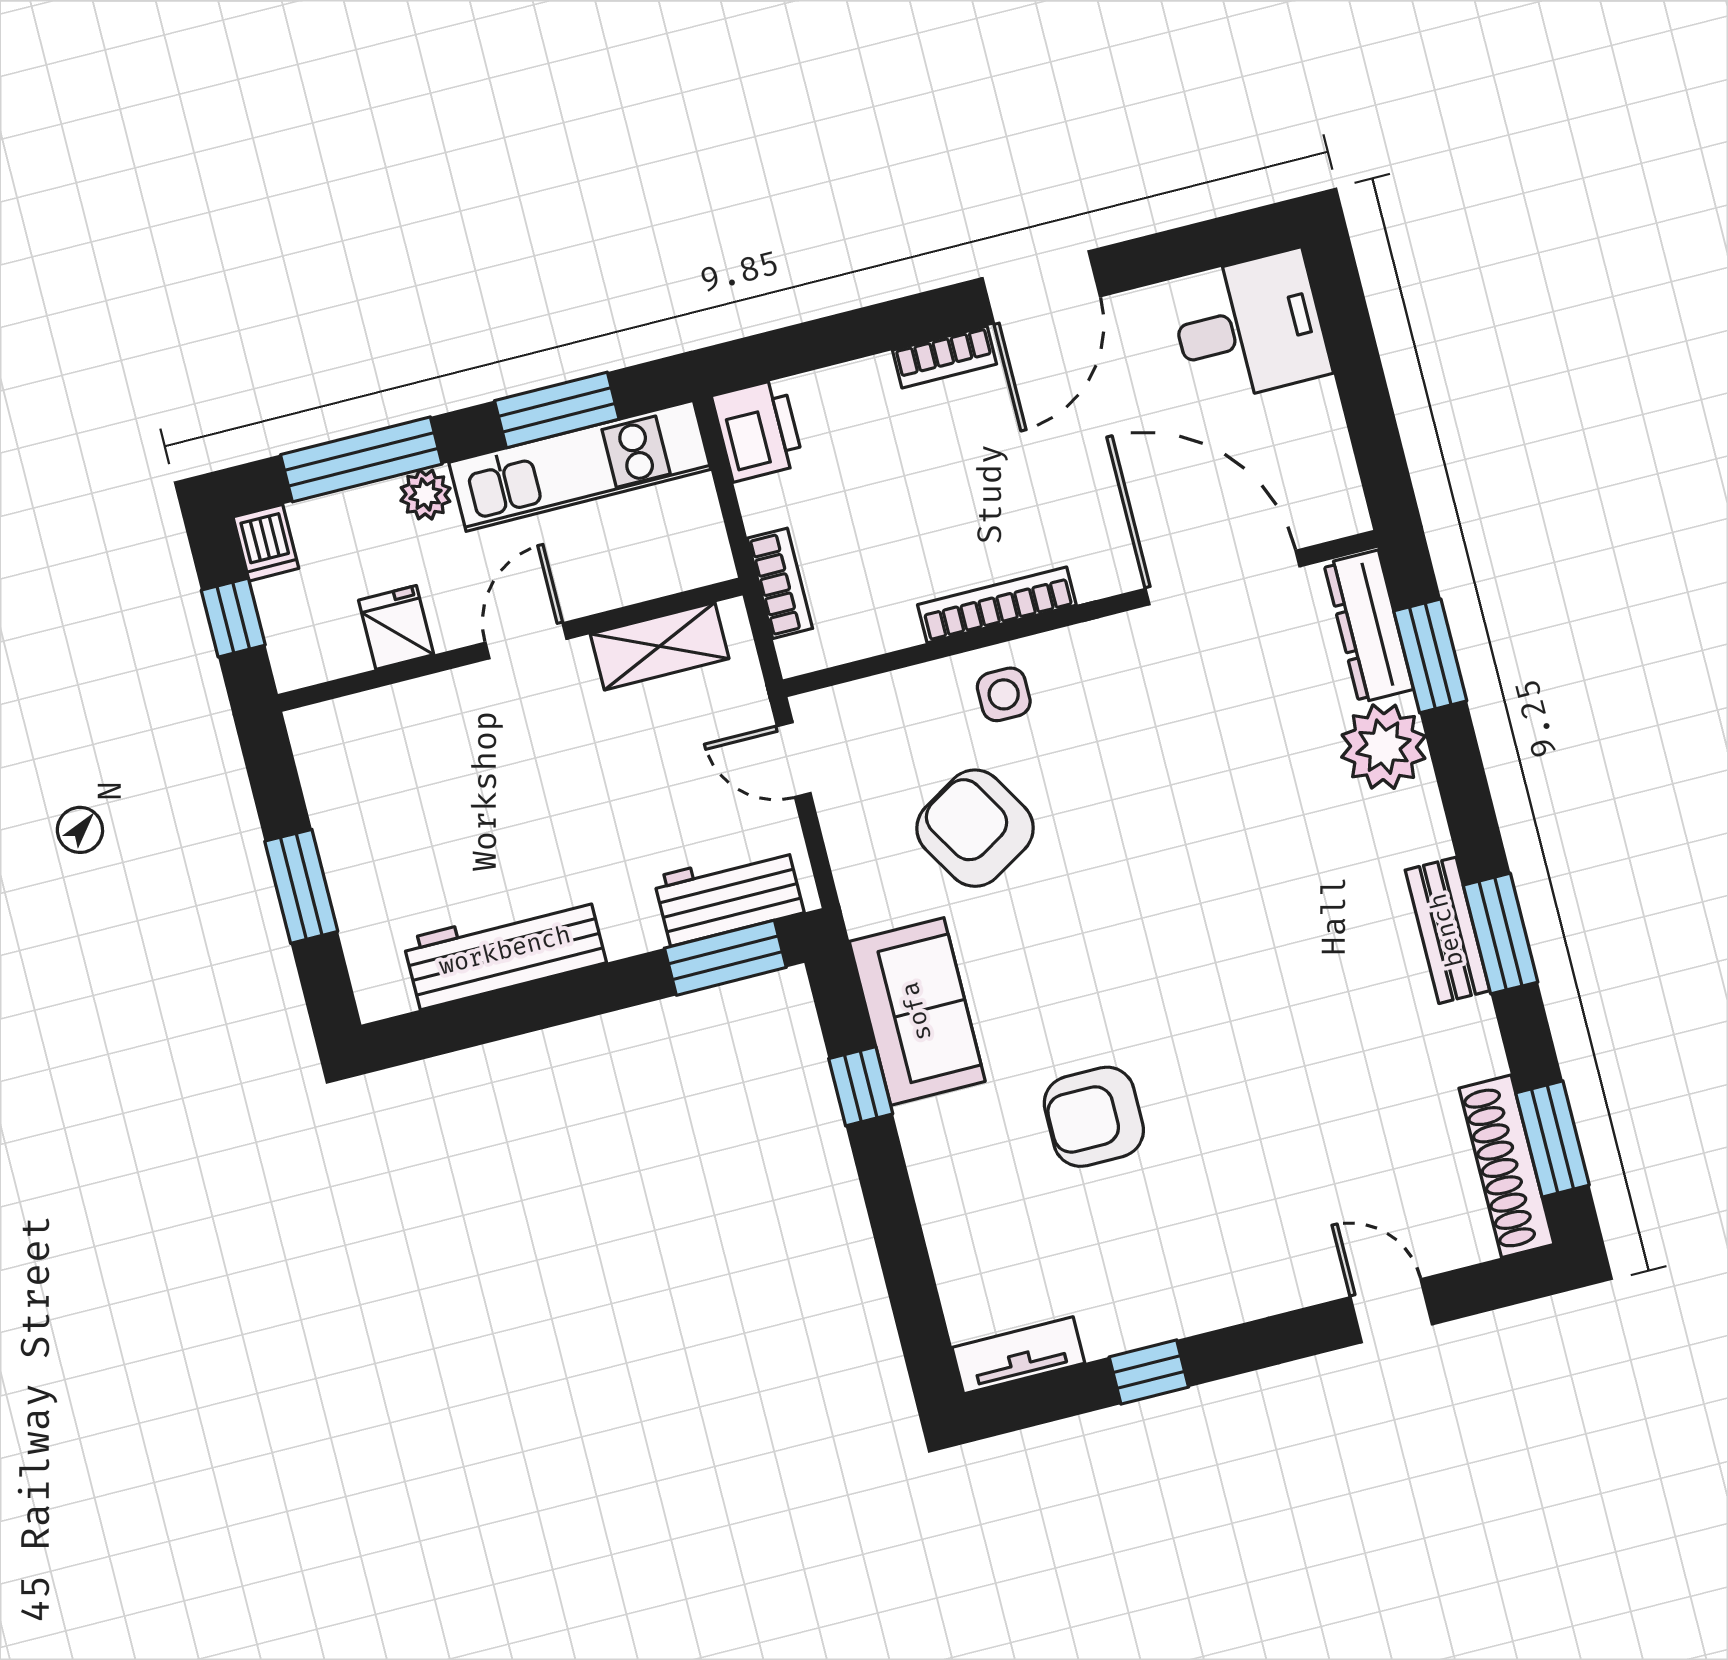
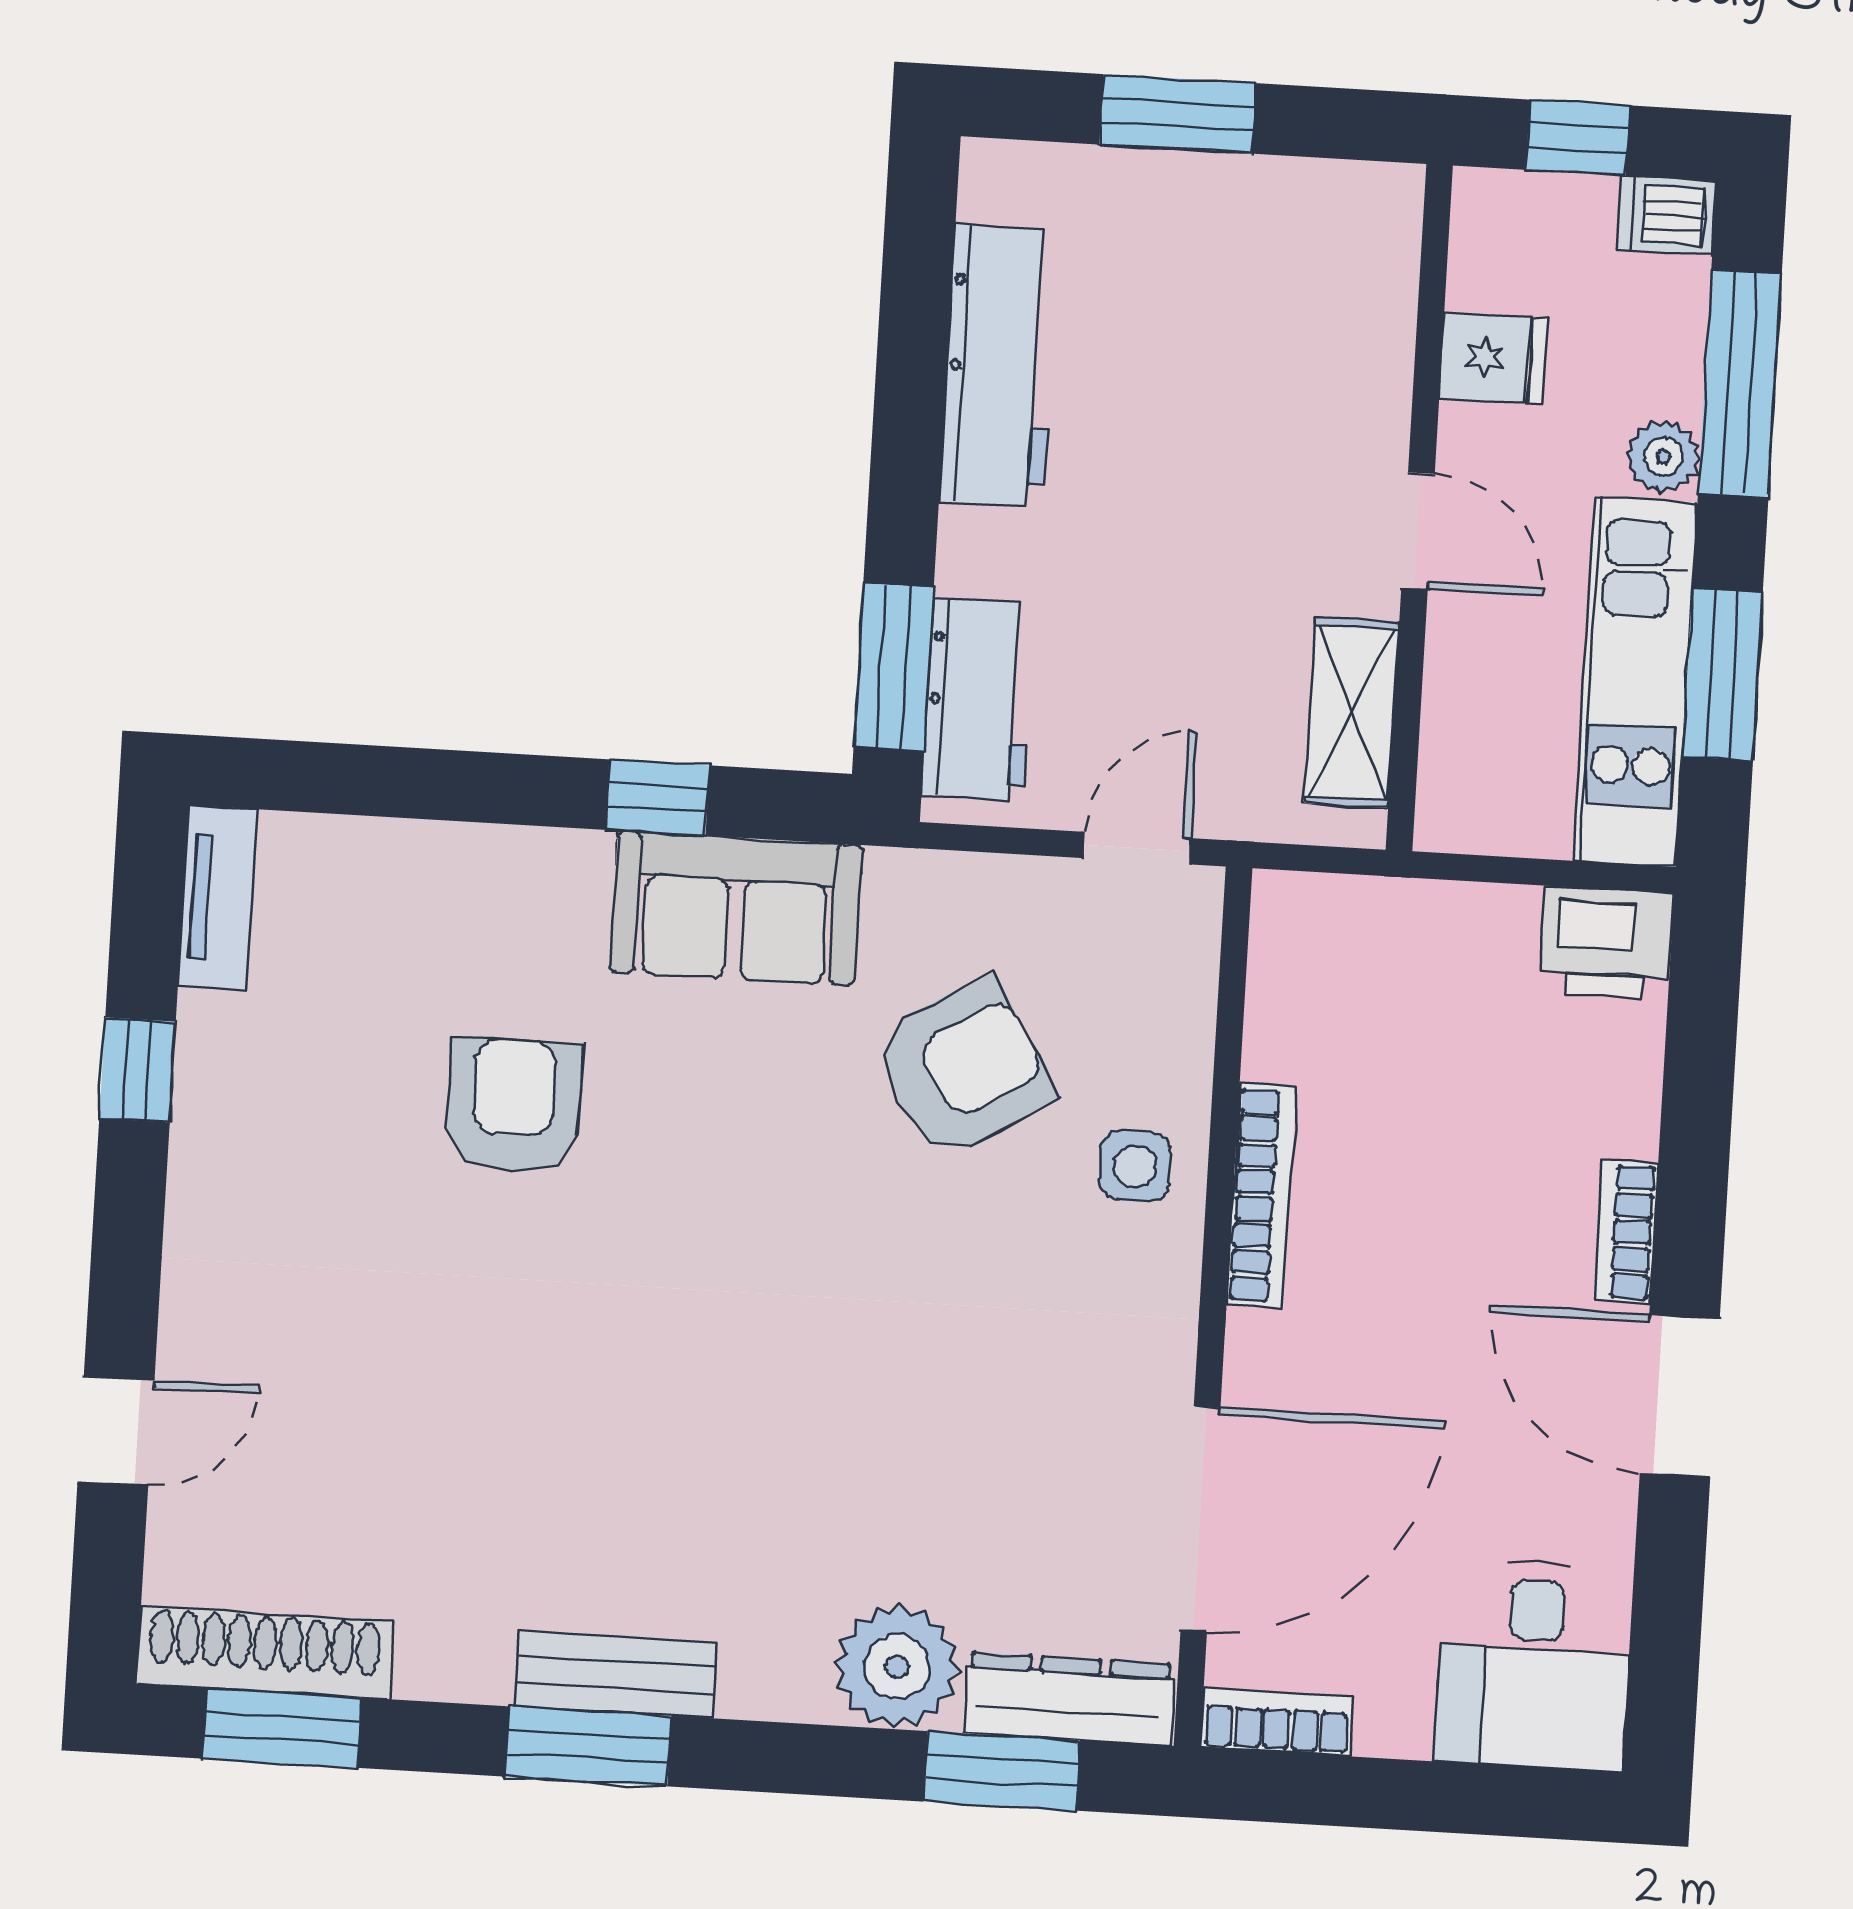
bookcase: (780, 583) -> (1277, 1722), moved, turned 180

